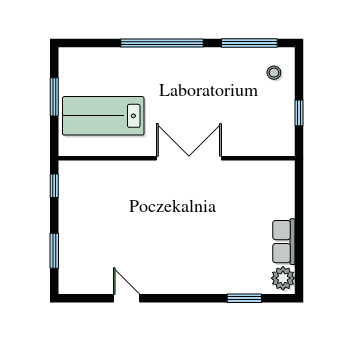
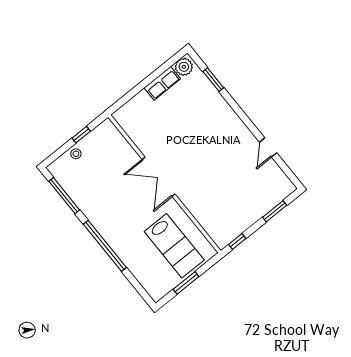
stool: (274, 73) -> (76, 154), moved

